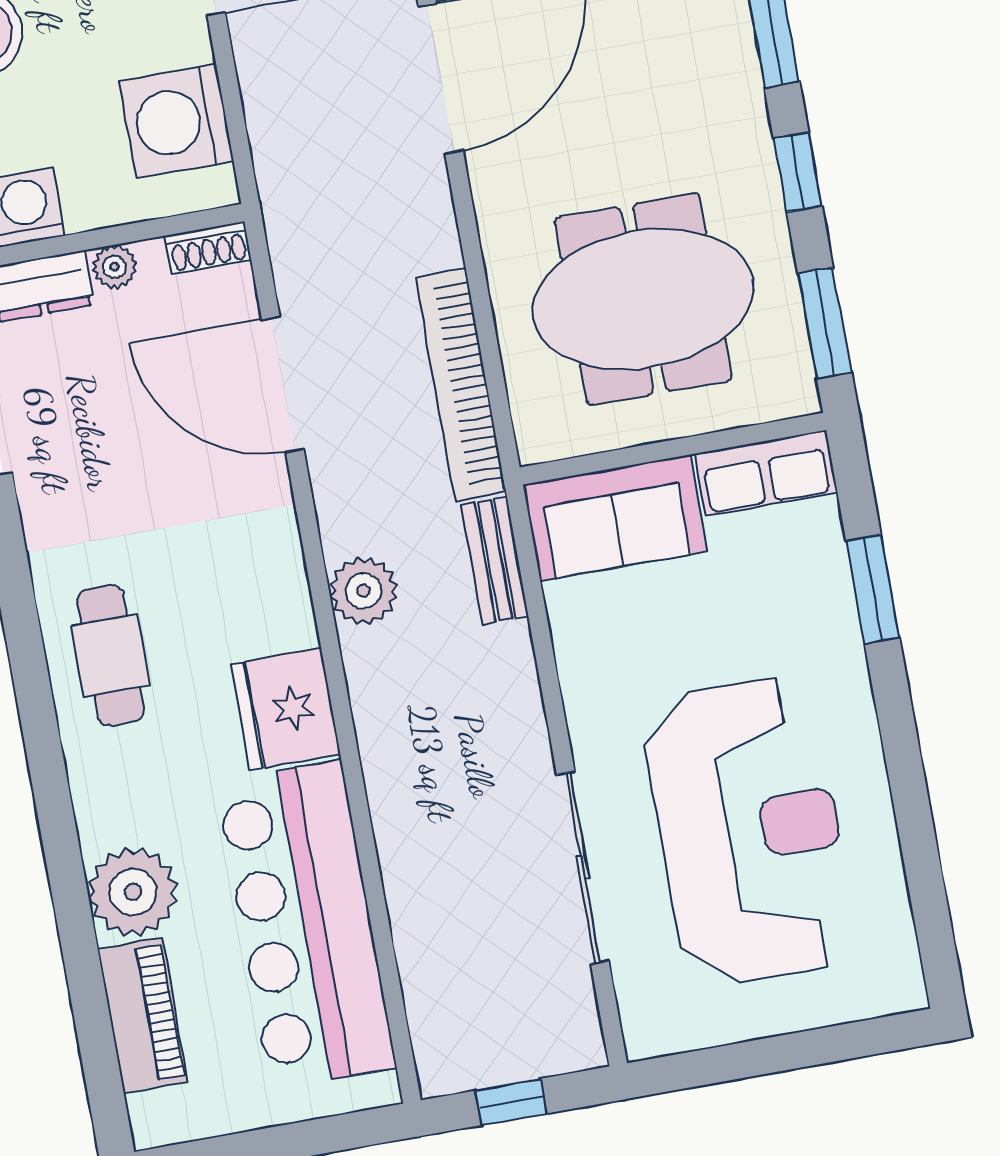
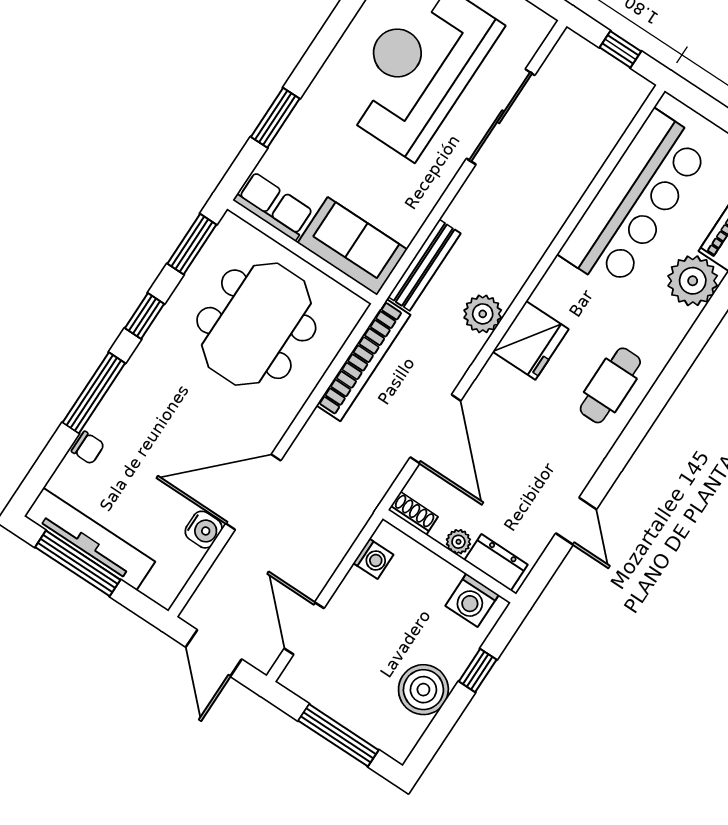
washing machine: (176, 121) -> (373, 559), width x0.53, depth x0.53
meeting table: (643, 299) -> (256, 324), turned 90
bench: (495, 560) -> (424, 265), width x1.36
fridge: (286, 709) -> (531, 340), moved

